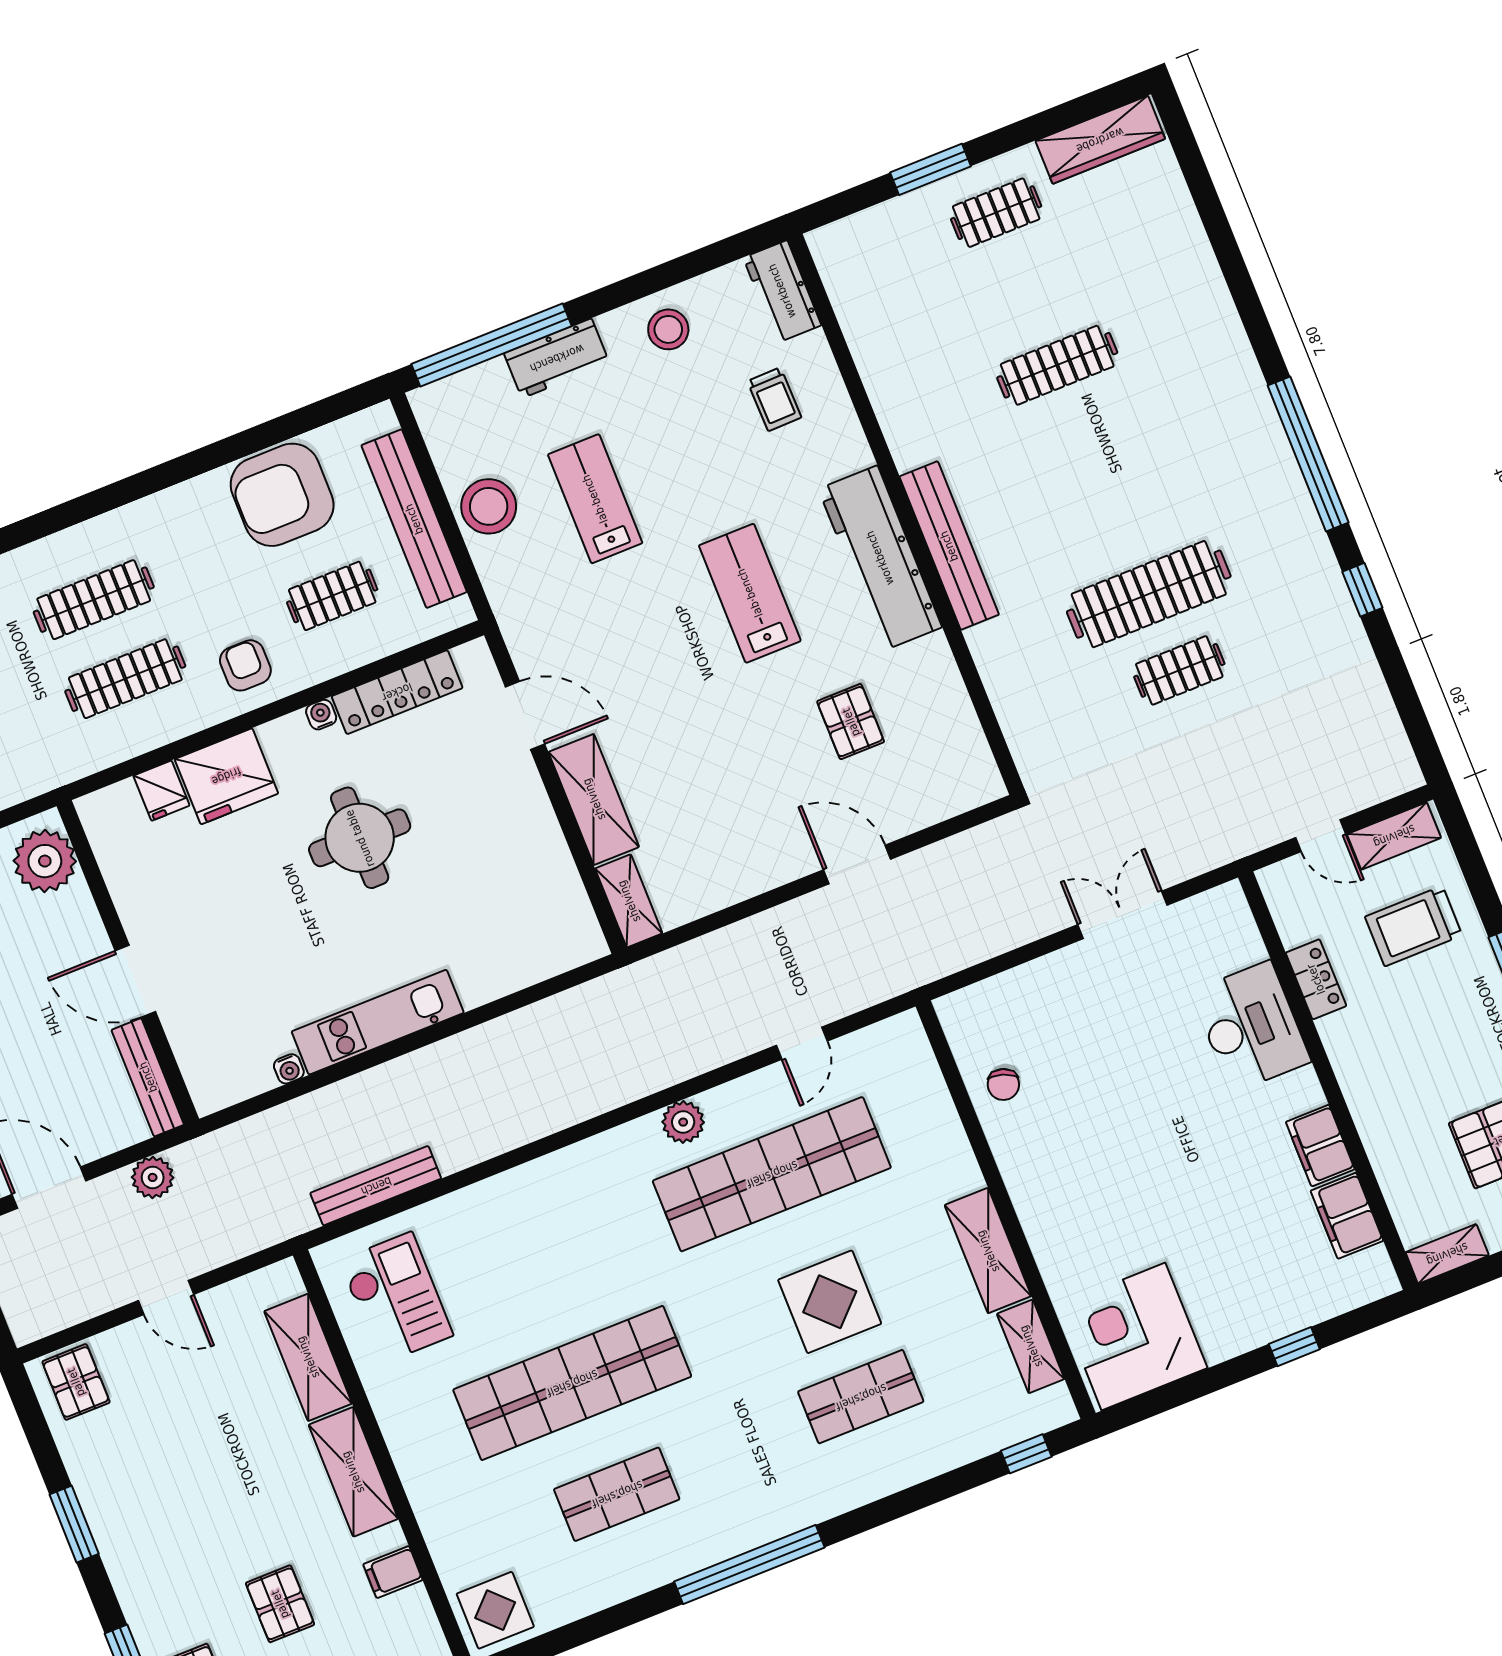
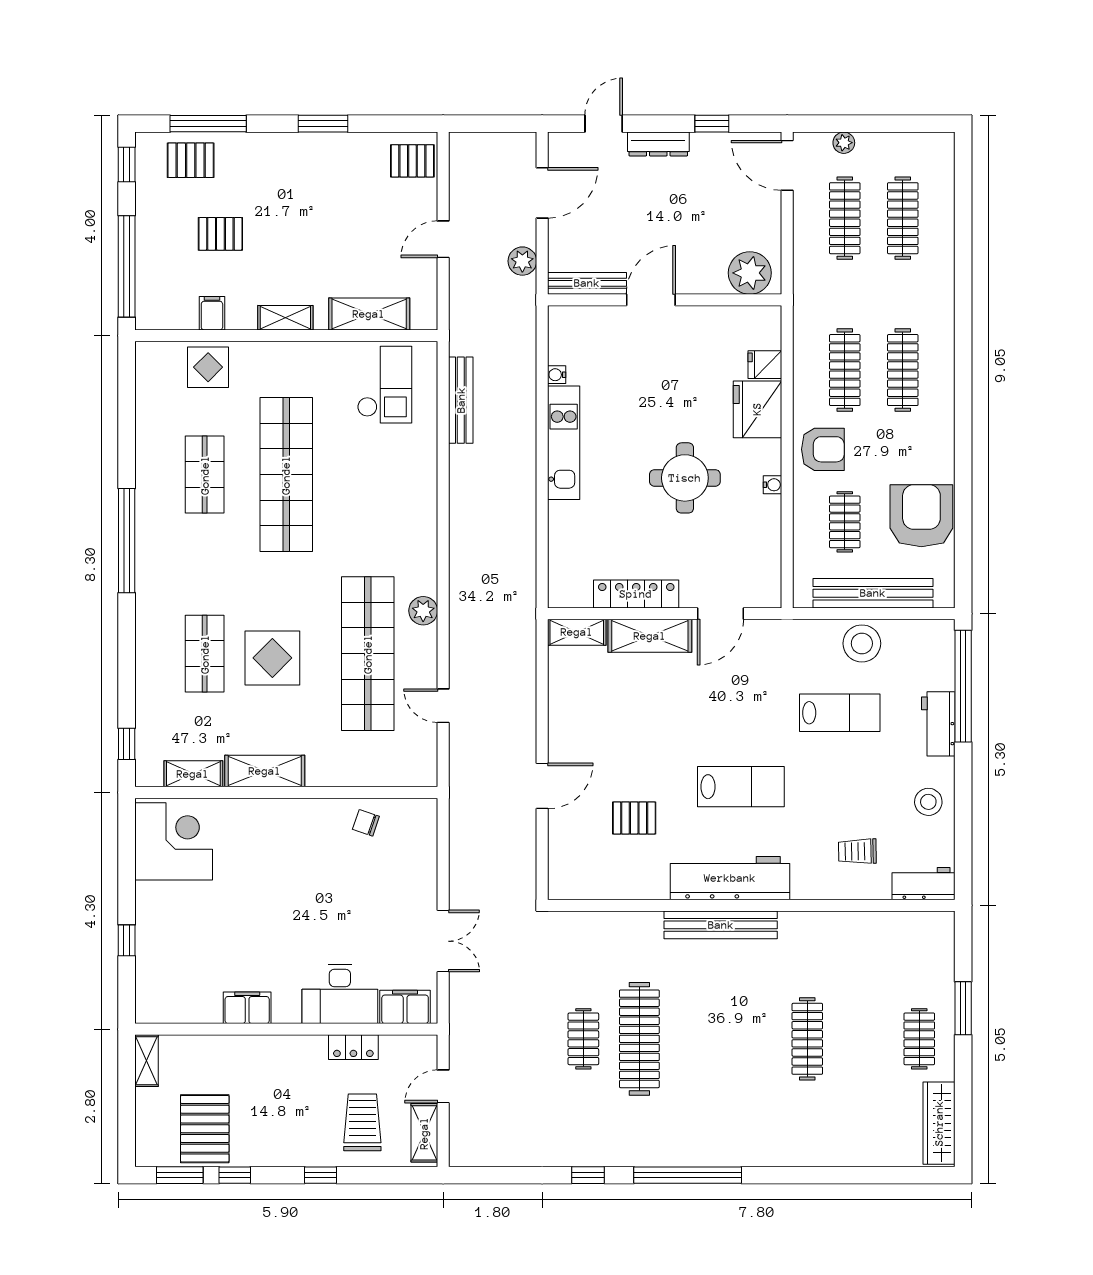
armchair: (245, 665) -> (823, 449), width x1.38, depth x1.38
locker: (397, 692) -> (636, 594), moved, turned 90
filing cabinet: (1347, 1216) -> (405, 1007), moved
checkout: (396, 1298) -> (385, 385), turned -90
shelving: (353, 1472) -> (285, 318), width x0.67, depth x0.75
display table: (495, 1610) -> (208, 367), moved

